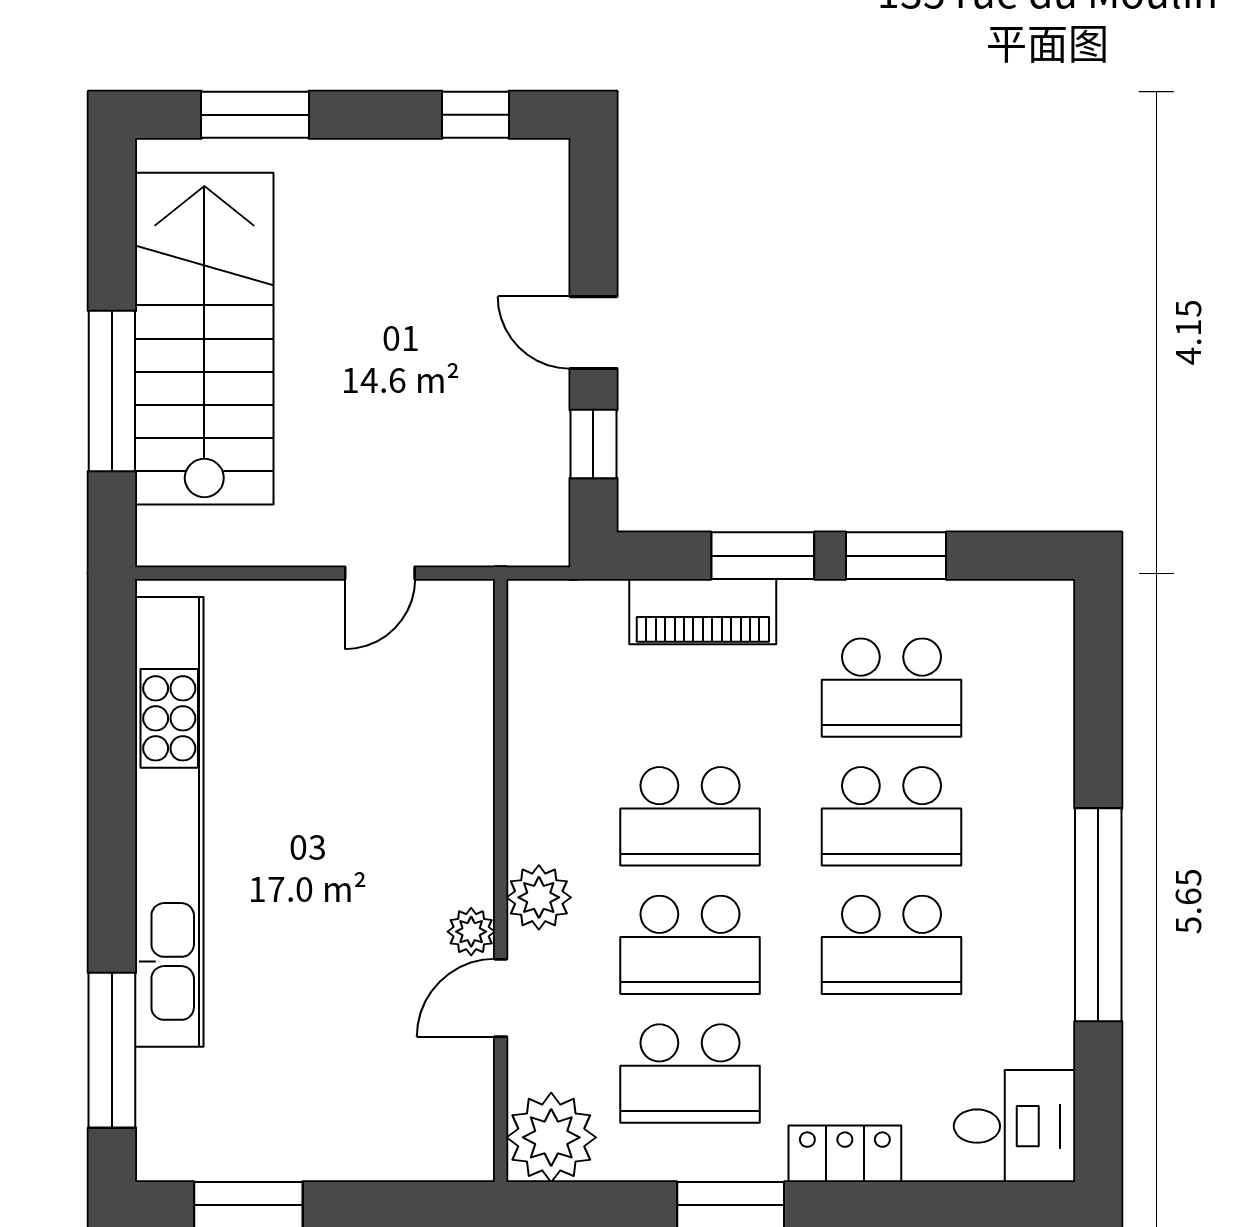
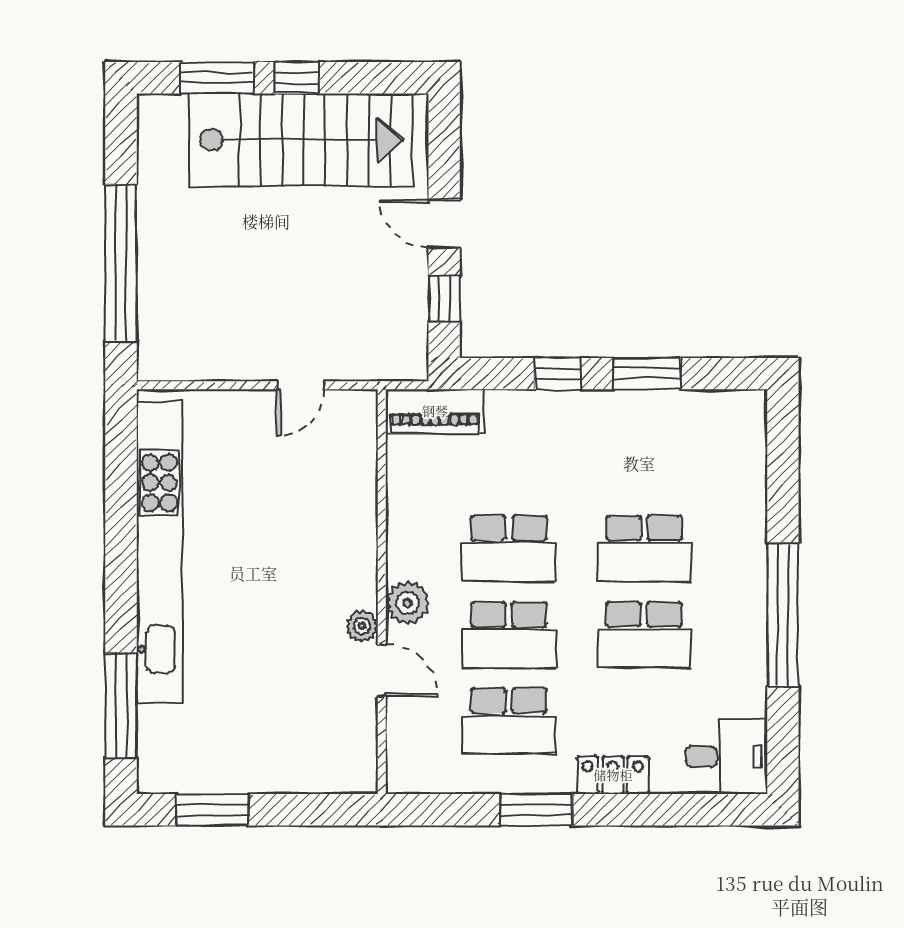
window: (475, 115) -> (296, 78), moved
stairs: (204, 339) -> (301, 140), moved, turned 90
window: (112, 391) -> (121, 263), width x1.46
window: (763, 556) -> (558, 374), width x0.67
piano: (703, 612) -> (435, 411), moved
school desk: (891, 688) -> (644, 462), removed
door: (501, 998) -> (382, 671), swing flipped
plant: (551, 1137) -> (416, 764), removed

